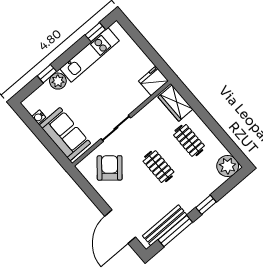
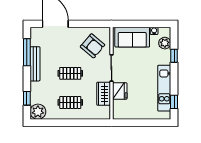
plant: (58, 81) -> (165, 43), moved
fridge: (154, 81) -> (120, 91), moved
wardrobe: (175, 103) -> (104, 94), moved, turned -90
window: (206, 205) -> (27, 98), moved
bench: (165, 225) -> (35, 64), moved

